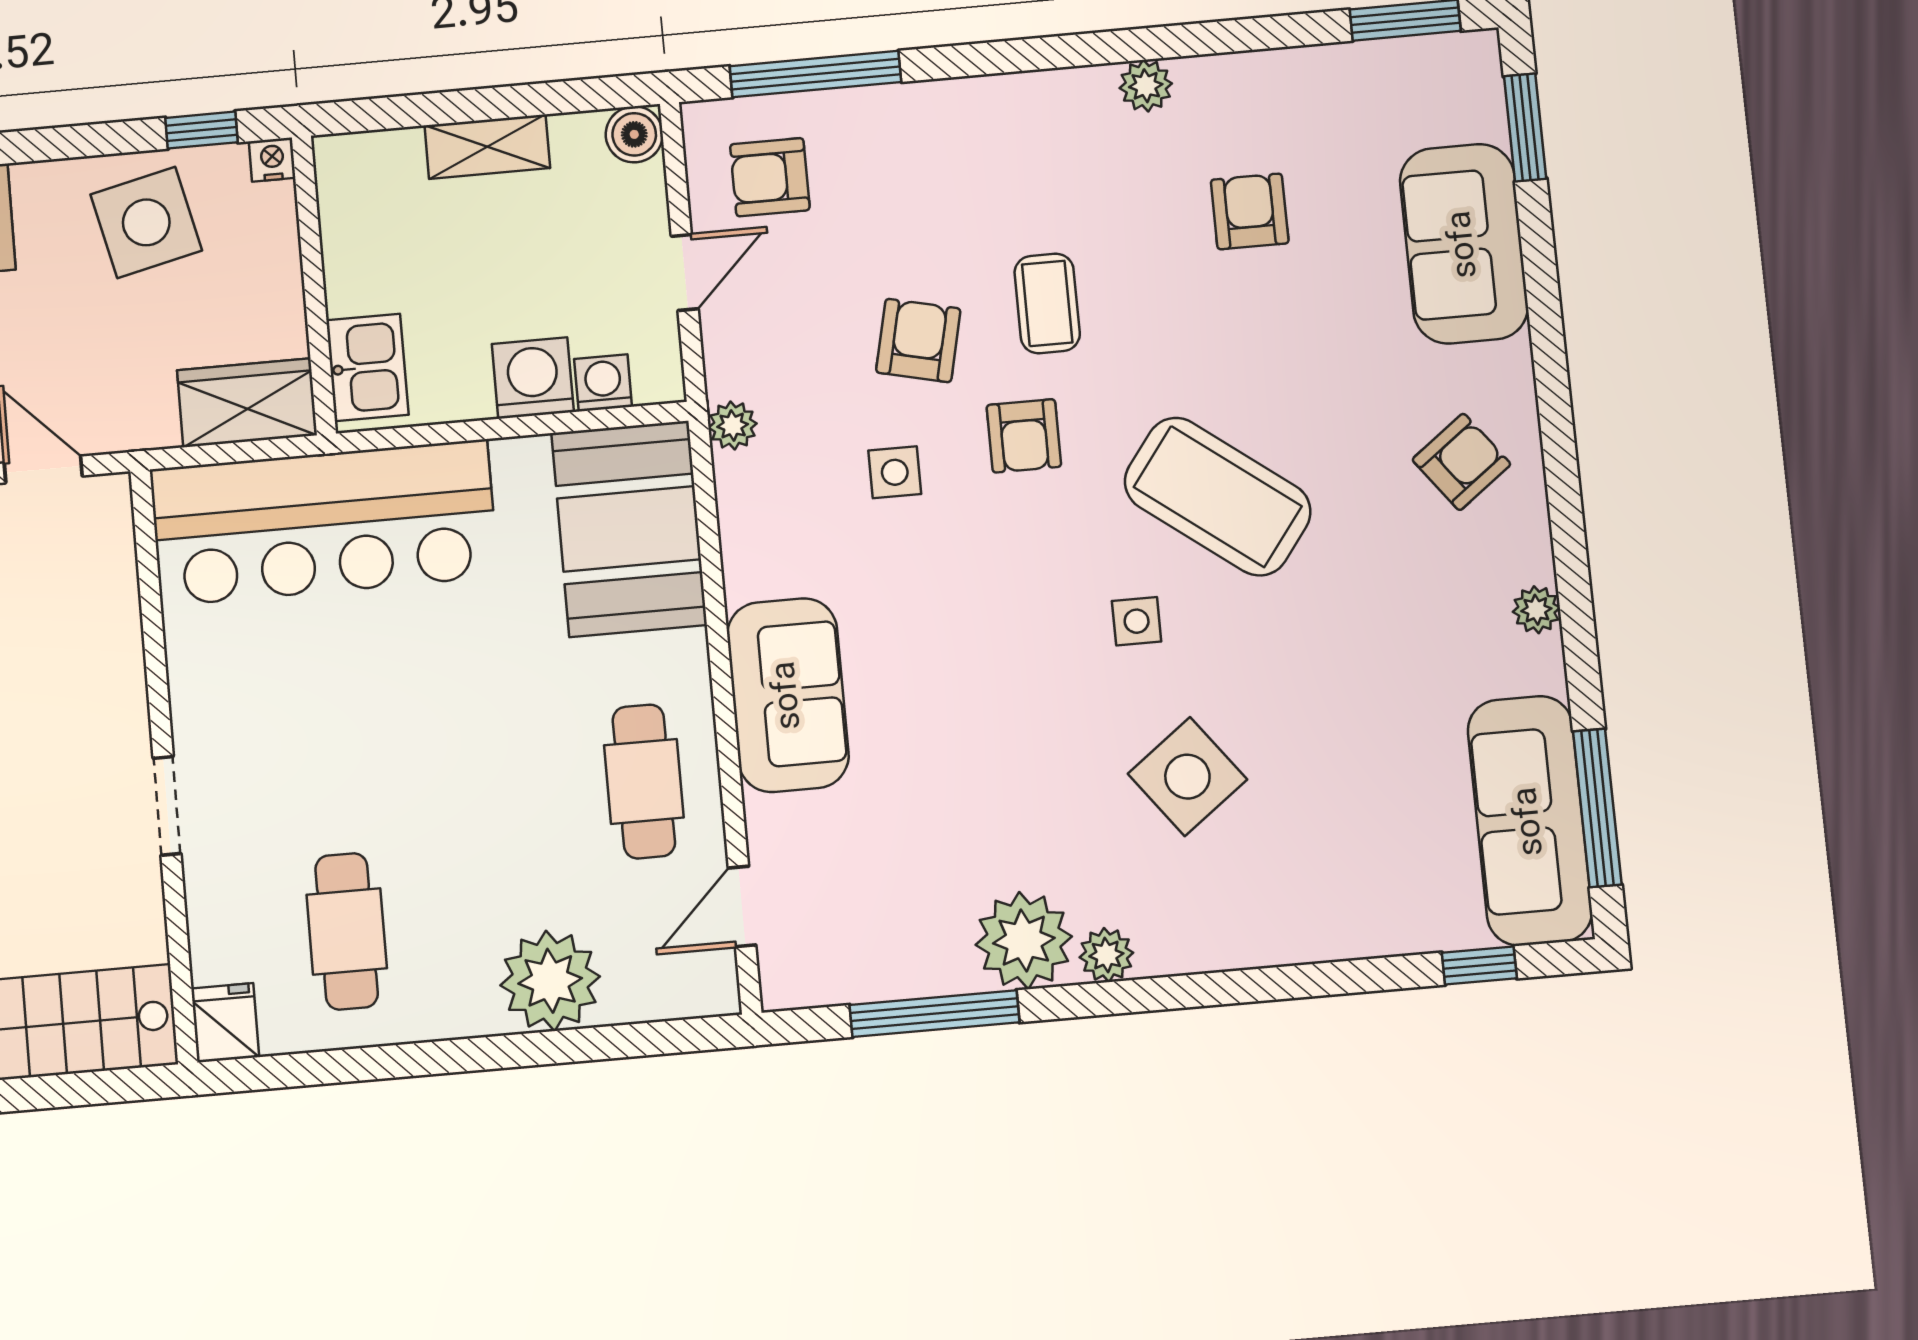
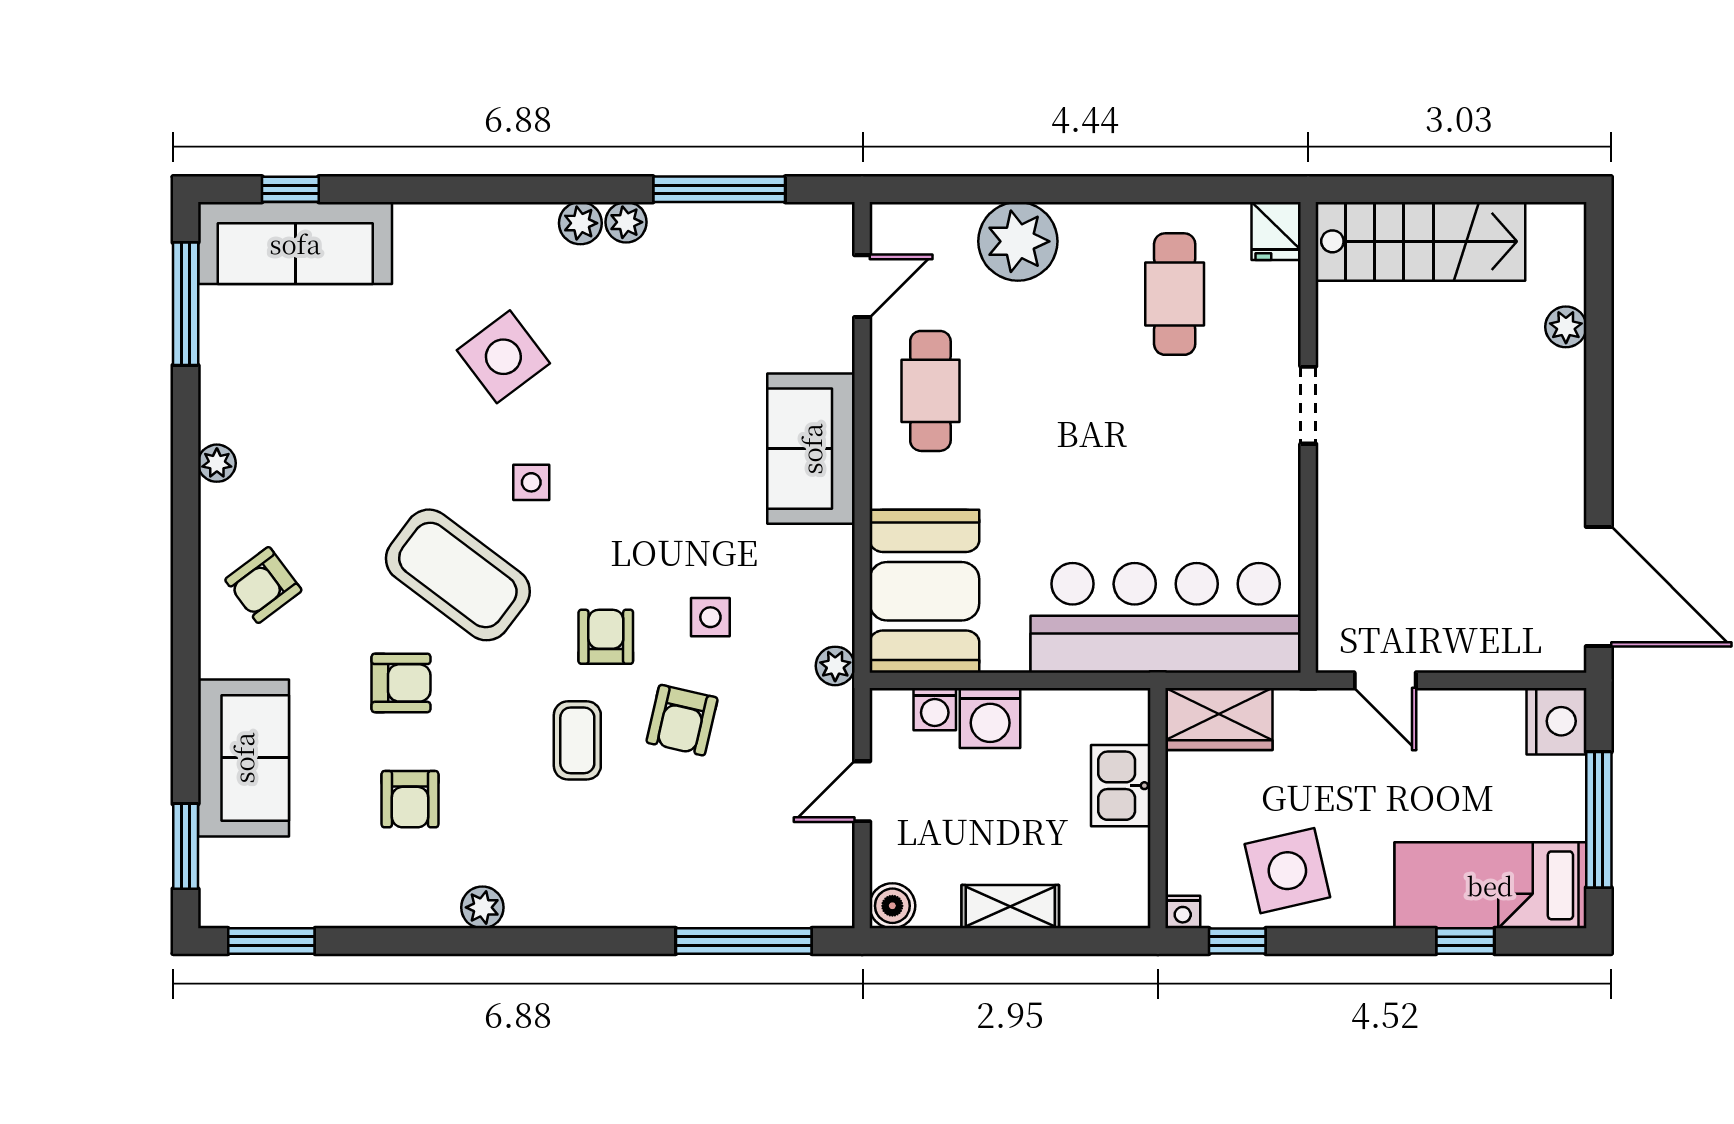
armchair: (770, 177) -> (401, 683), moved
kitchen sink: (367, 367) -> (1121, 786), moved
sofa: (1530, 821) -> (295, 243), moved, turned 90
plant: (1024, 941) -> (626, 222), width x0.53, depth x0.53

